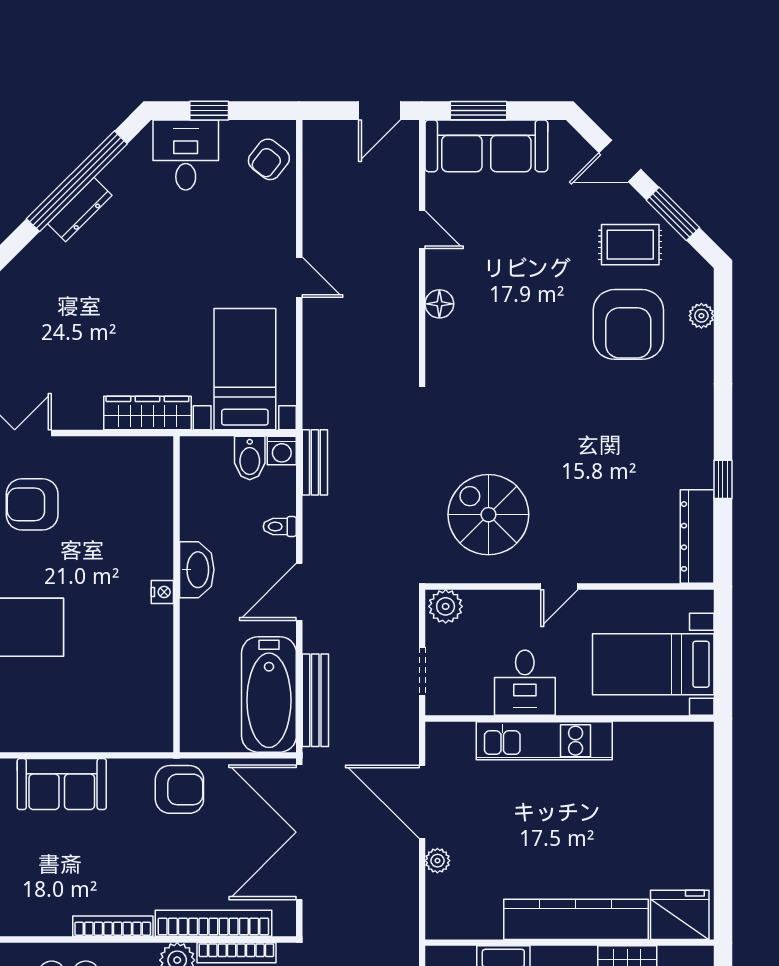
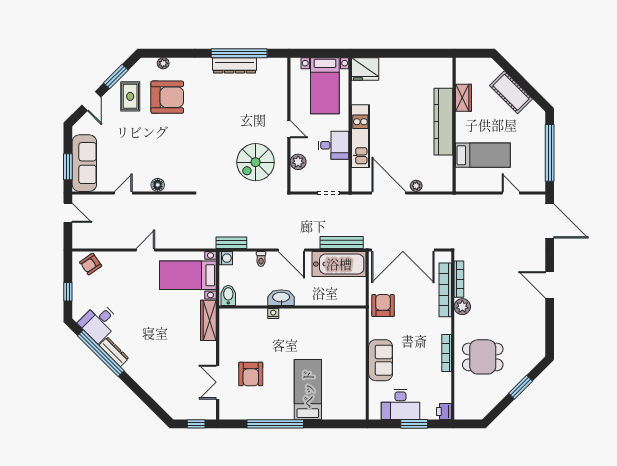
desk: (186, 155) -> (99, 322), moved, turned -45
armchair: (269, 159) -> (91, 264), turned 107
bidet: (250, 458) -> (228, 295), moved, turned -90
window: (723, 479) -> (239, 53), width x3.17
dresser: (697, 536) -> (235, 65), moved
nightstand: (162, 592) -> (273, 313), moved
plant: (446, 606) -> (298, 162), moved
door: (422, 802) -> (389, 193), swing flipped
fridge: (680, 915) -> (365, 69), moved, turned -90
bookcase: (113, 926) -> (447, 353), moved

